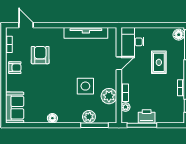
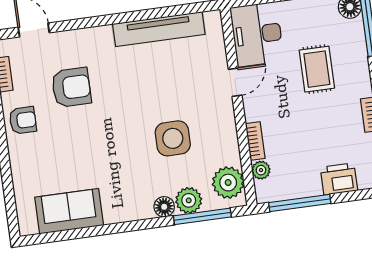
armchair: (40, 55) -> (71, 87), turned 90
plant: (109, 96) -> (228, 183), moved
sofa: (15, 108) -> (69, 211), moved, turned -90
printer: (147, 116) -> (339, 179), moved
floor lamp: (52, 118) -> (164, 207), moved

